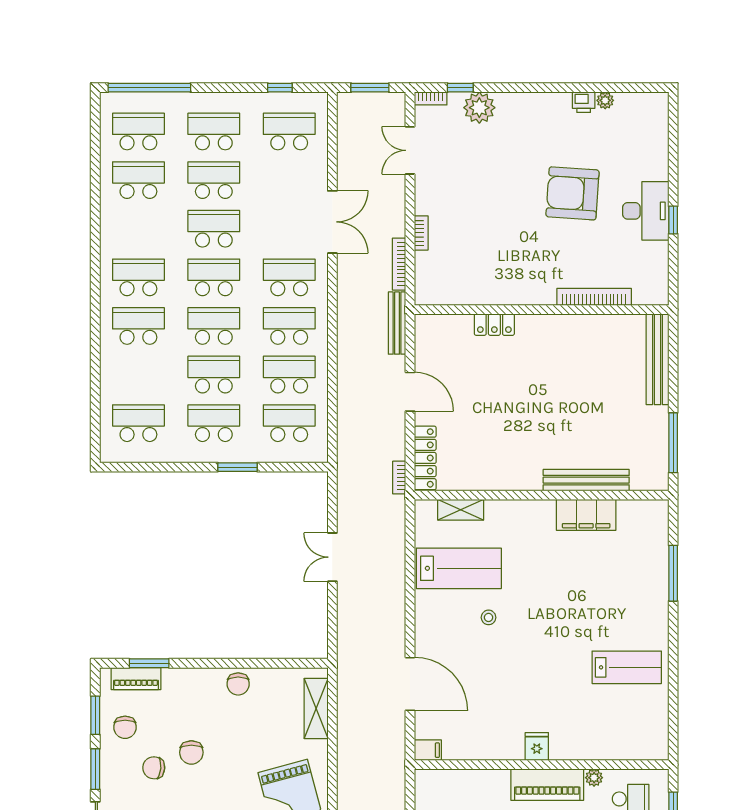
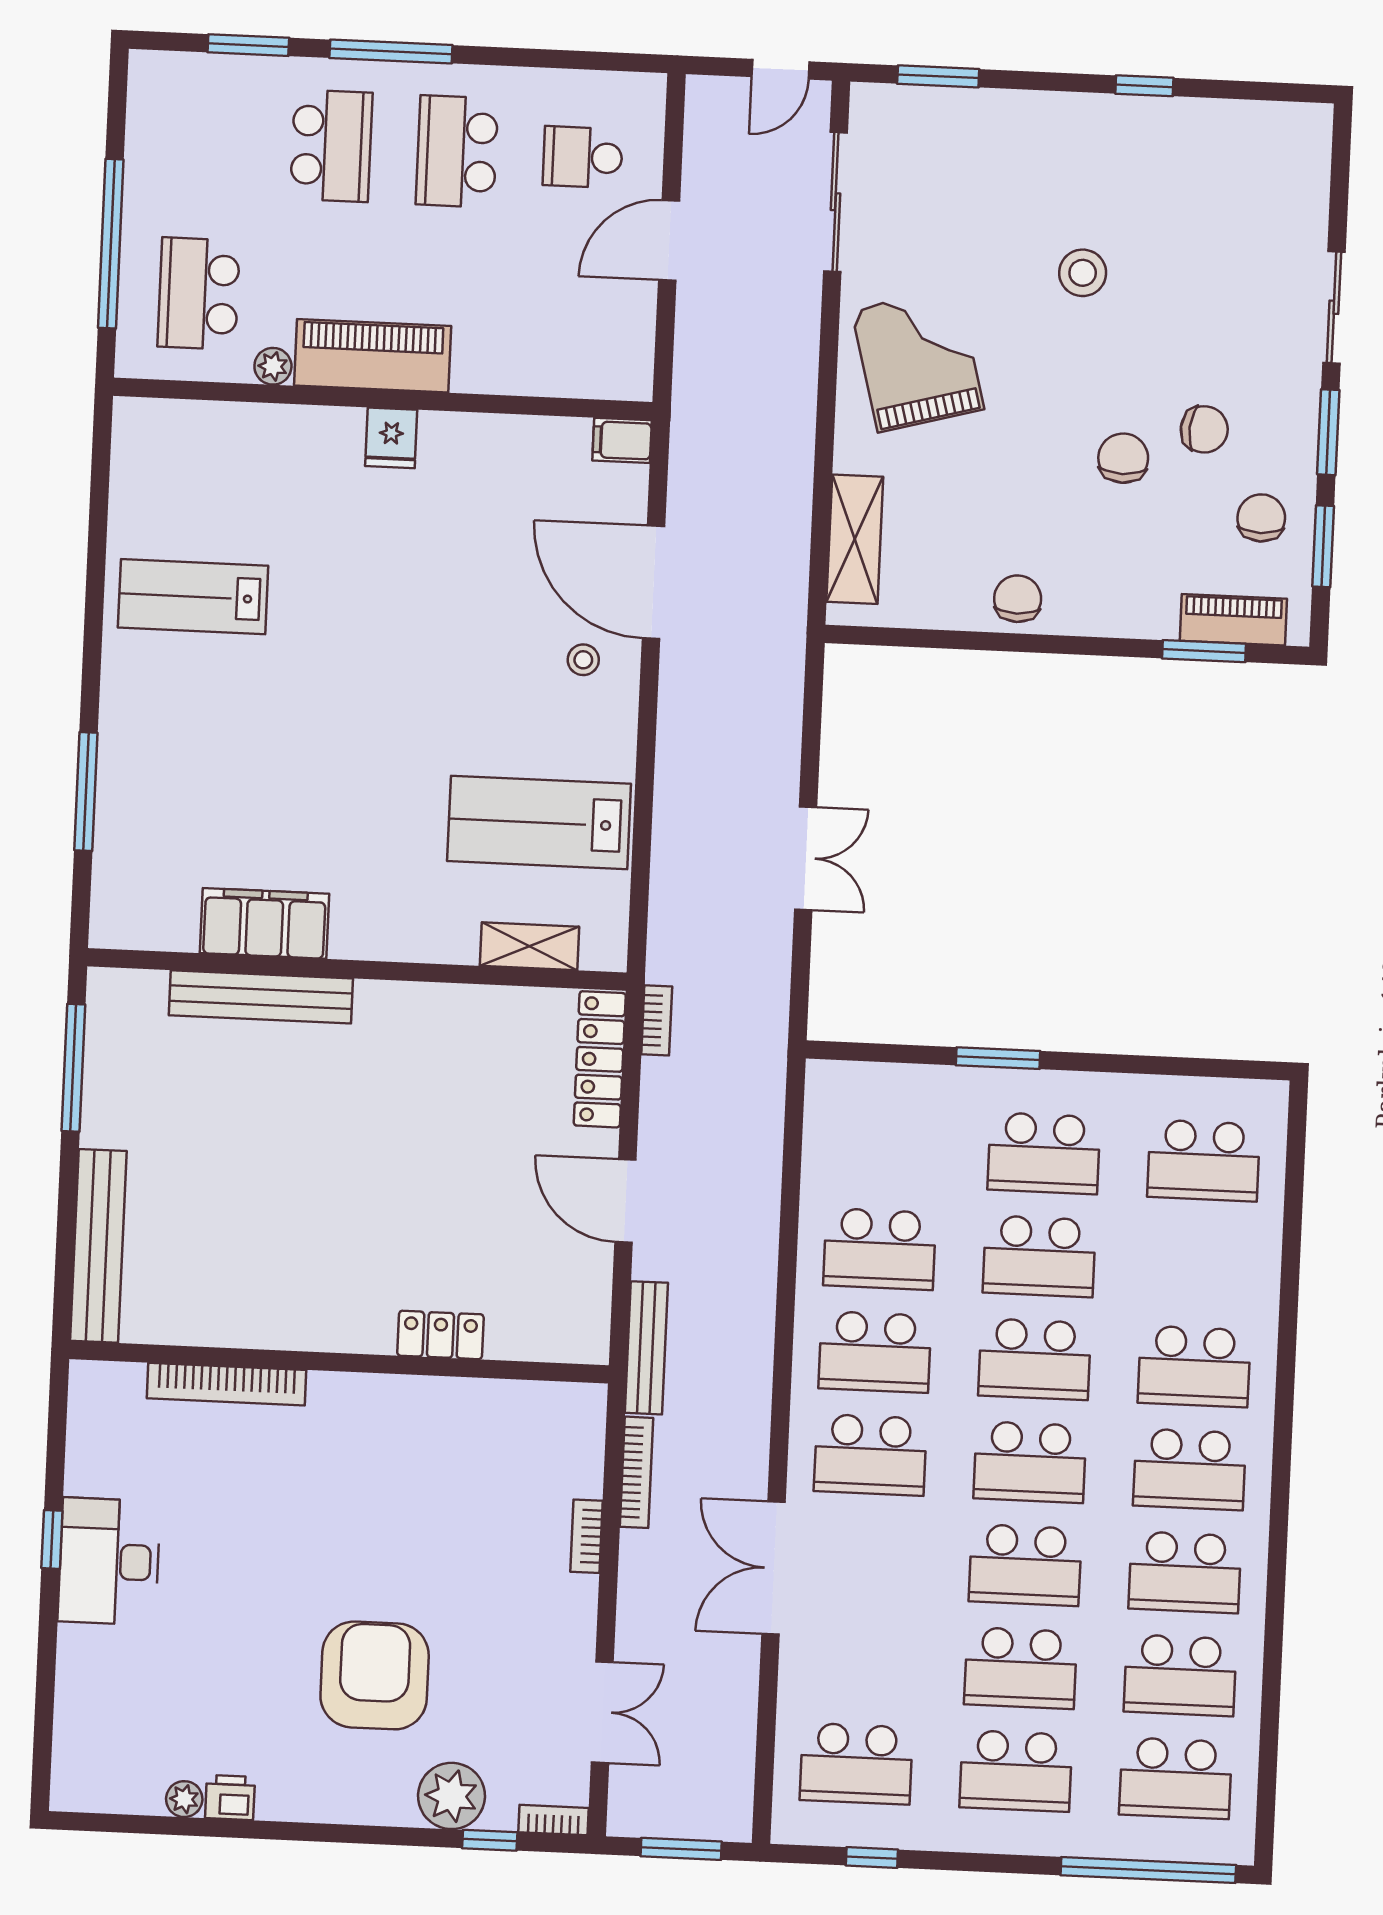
armchair: (573, 193) -> (375, 1675), moved, turned -94
school desk: (289, 423) -> (1185, 1572), moved
stool: (489, 617) -> (583, 660), moved

